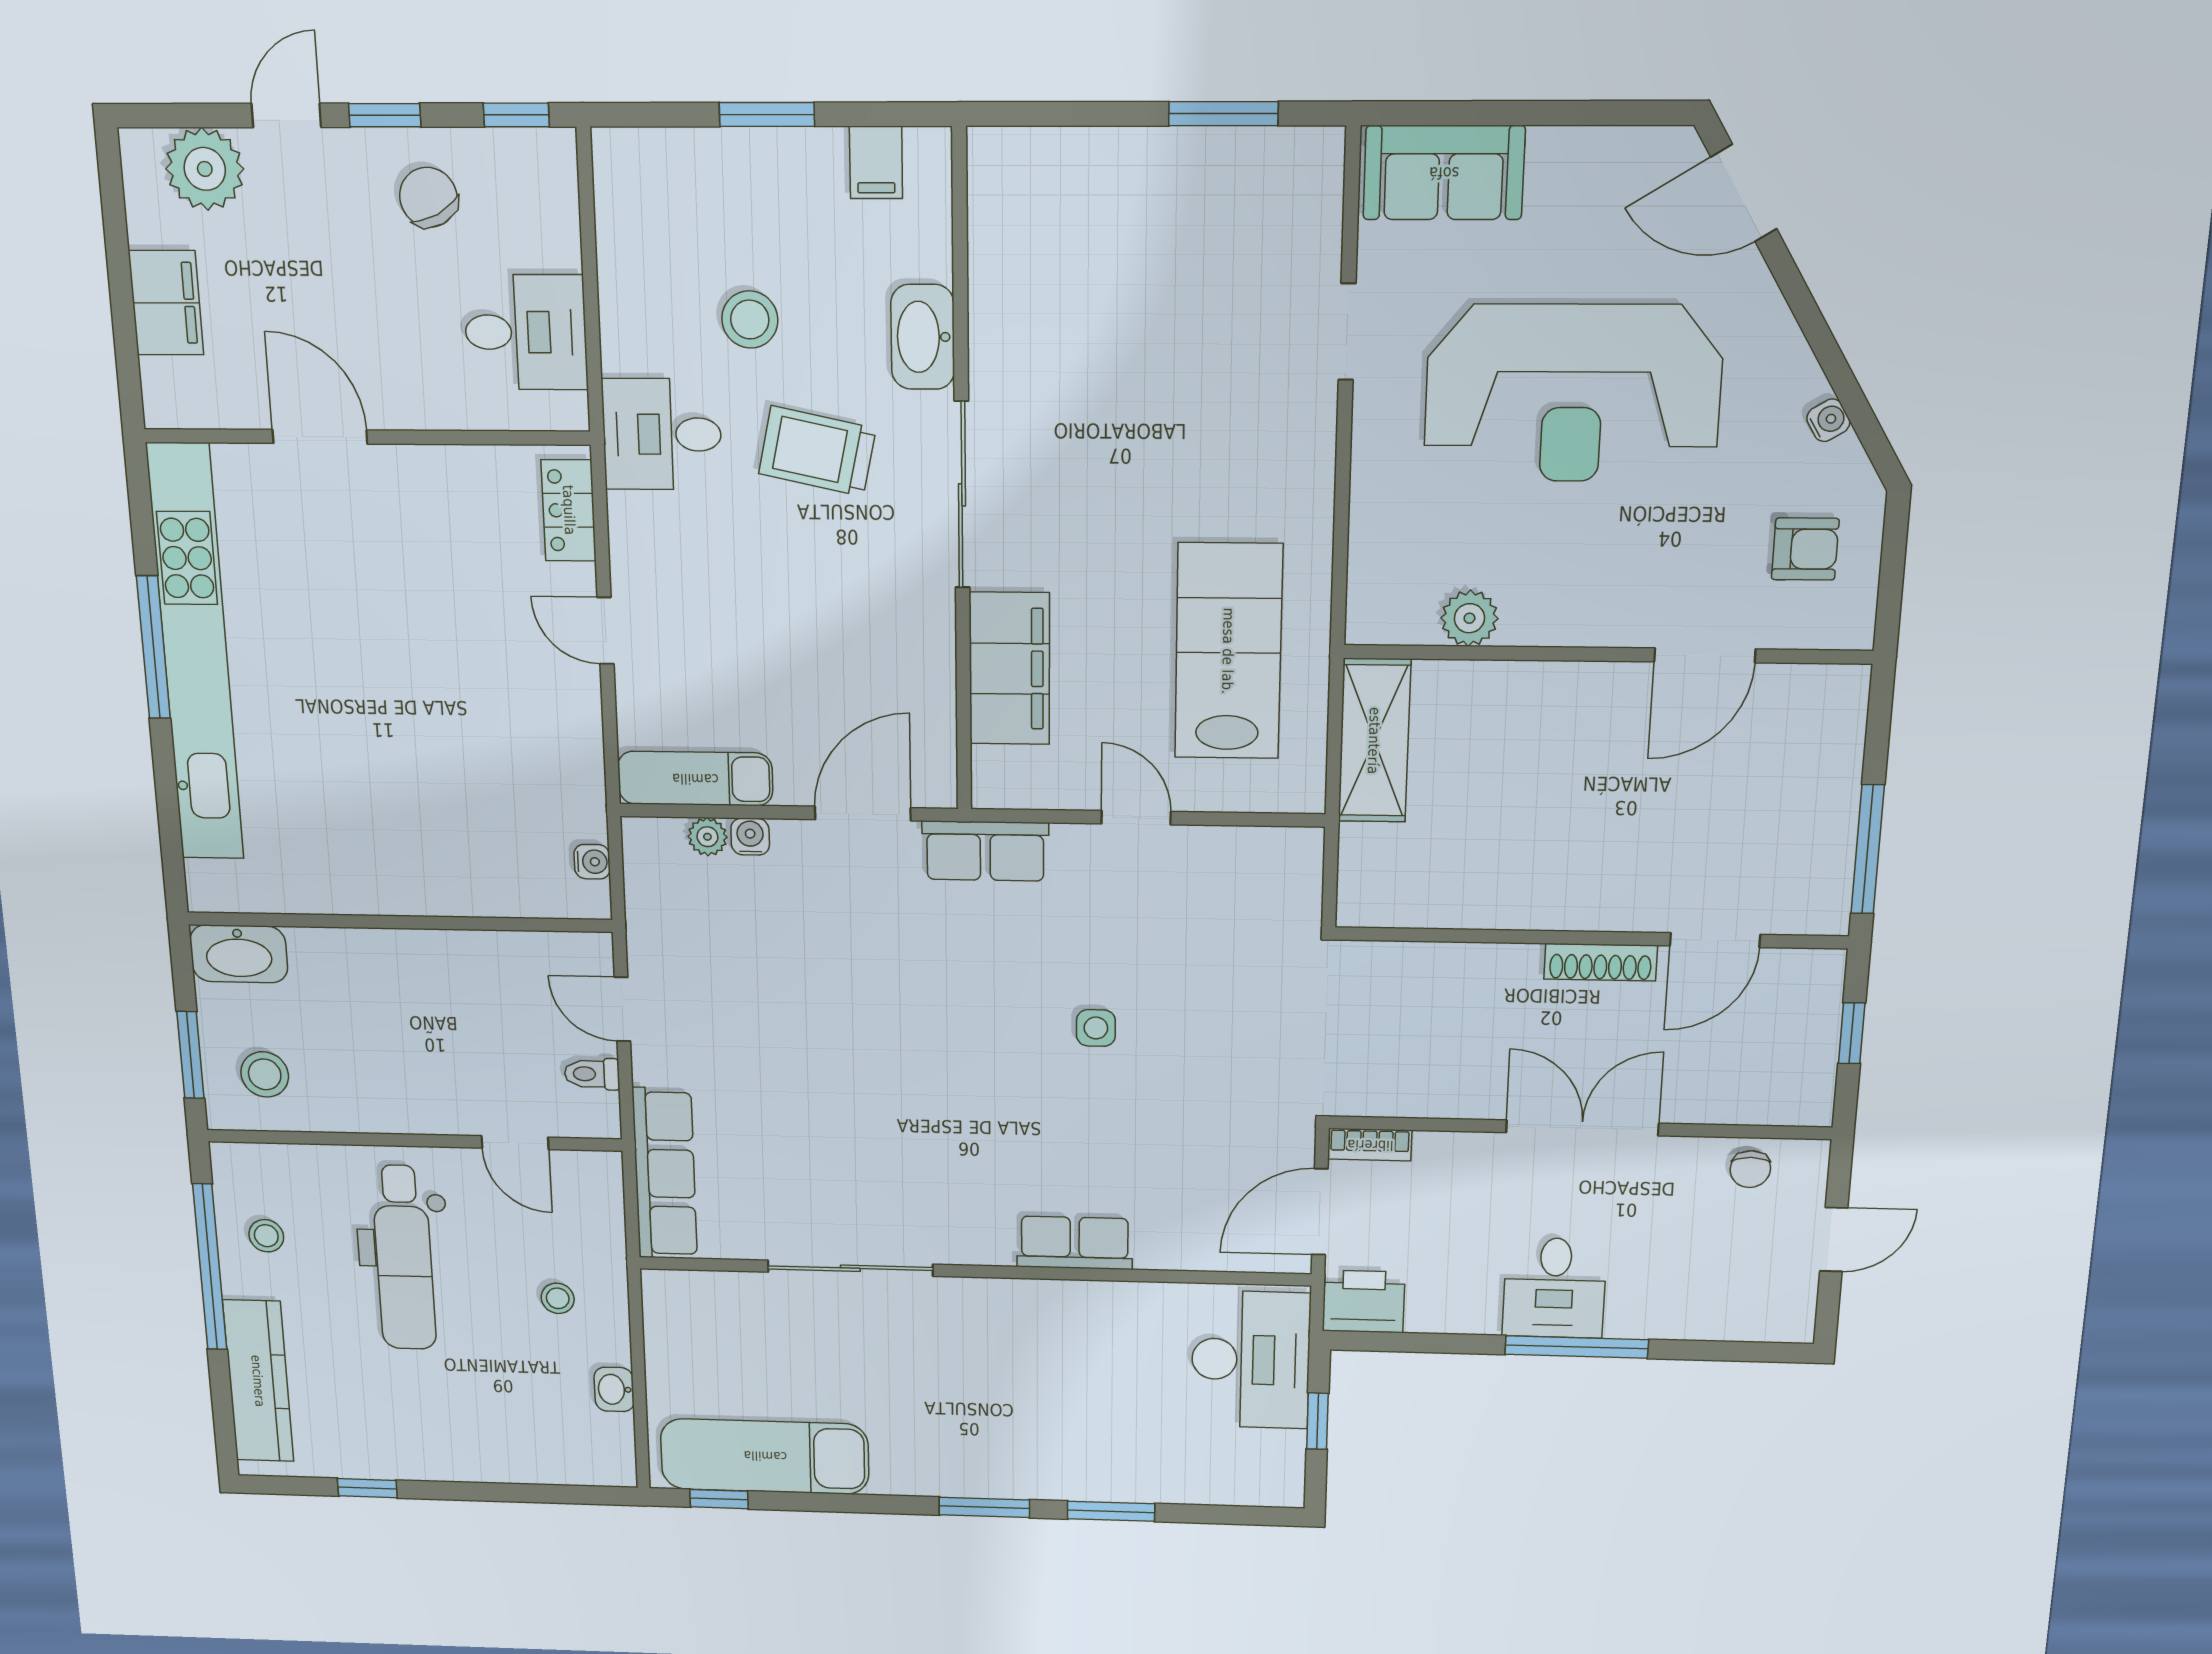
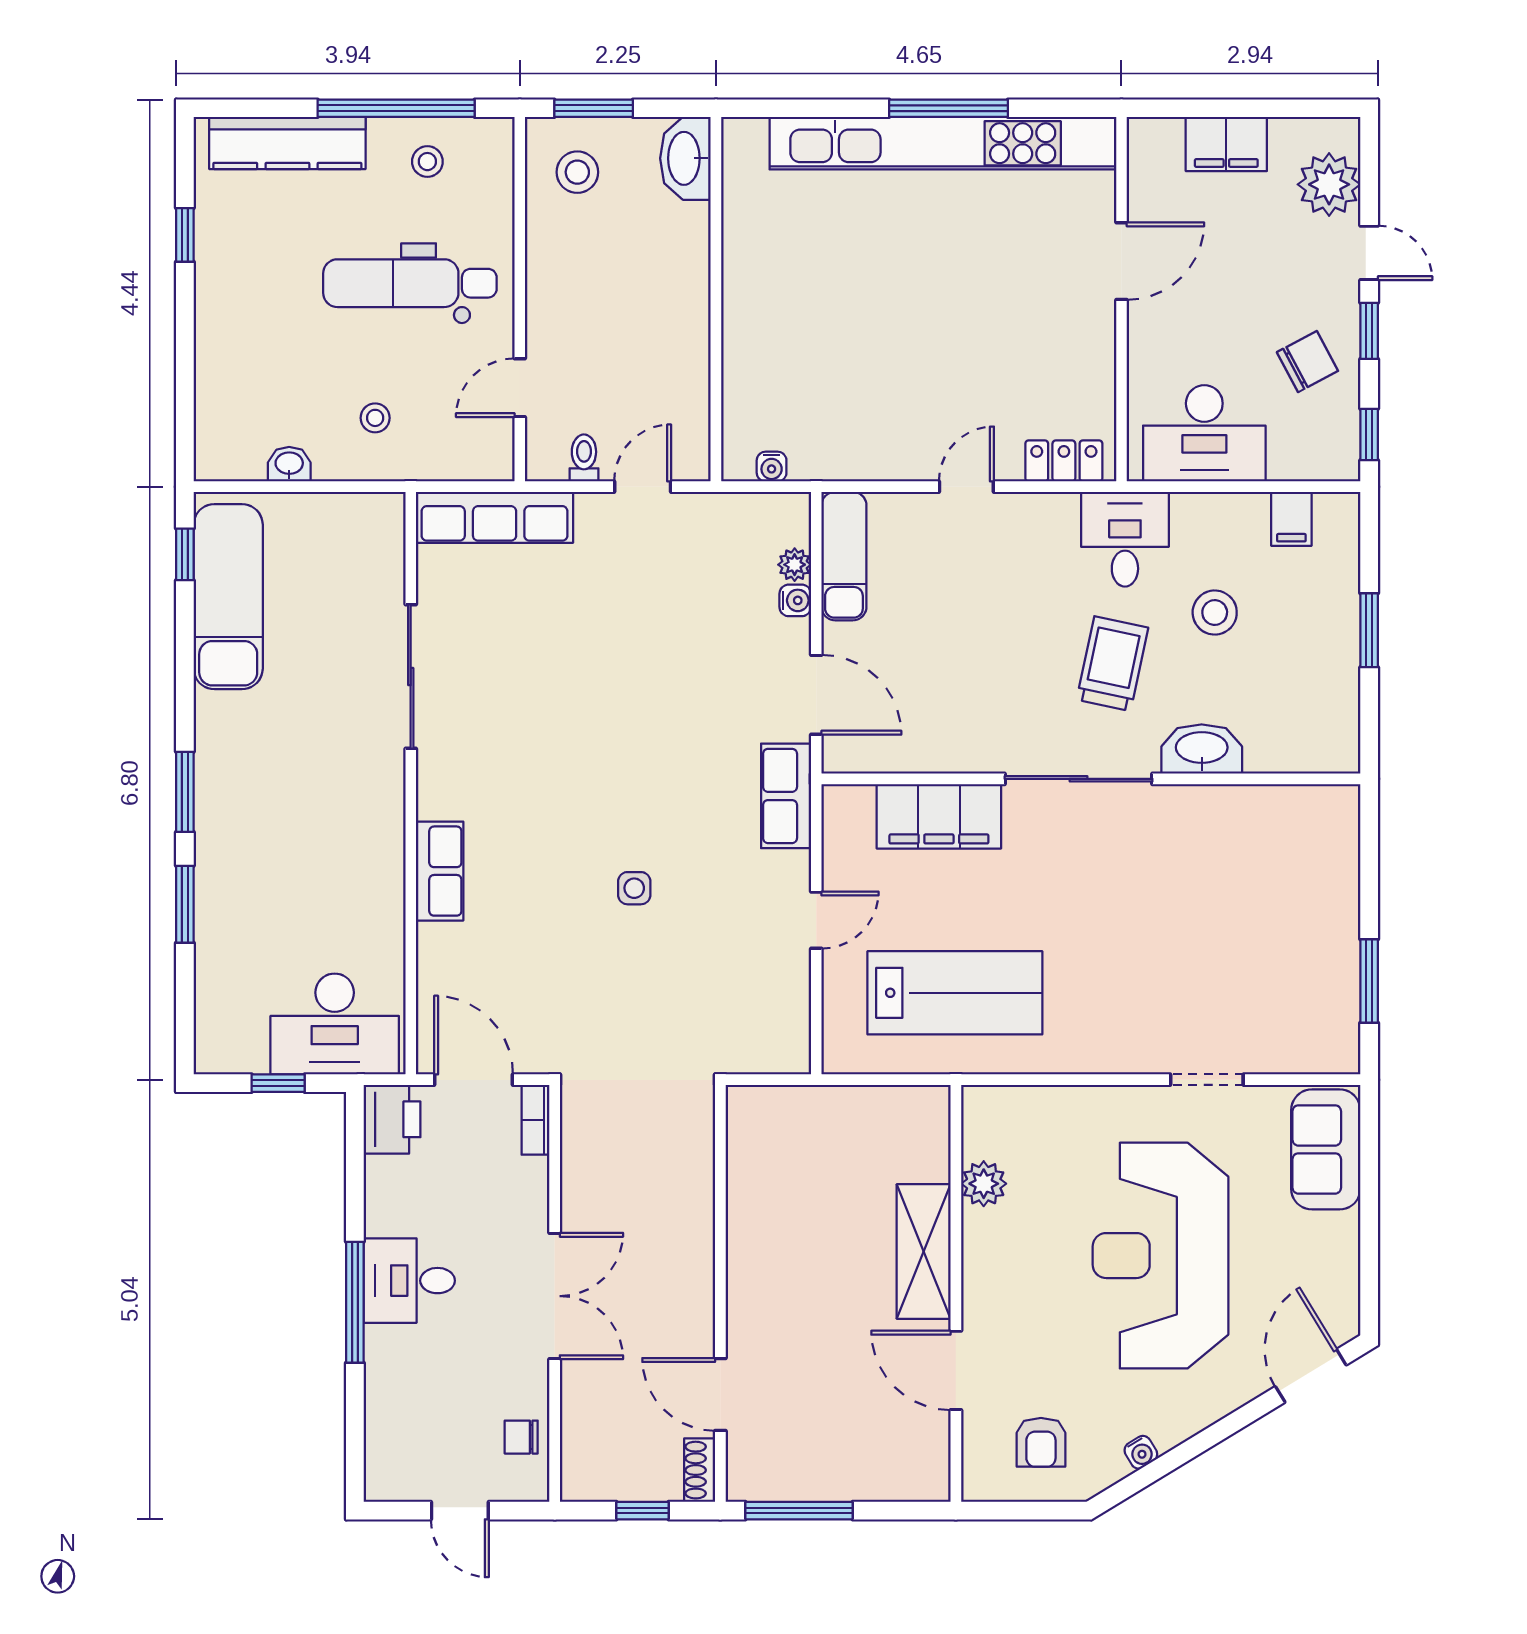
filing cabinet: (876, 162) -> (1291, 519), moved, turned -90
desk: (526, 332) -> (1204, 433), width x1.37
shelving: (1374, 741) -> (924, 1252), moved, turned 90
shoe rack: (1601, 962) -> (700, 1470), moved, width x0.70

